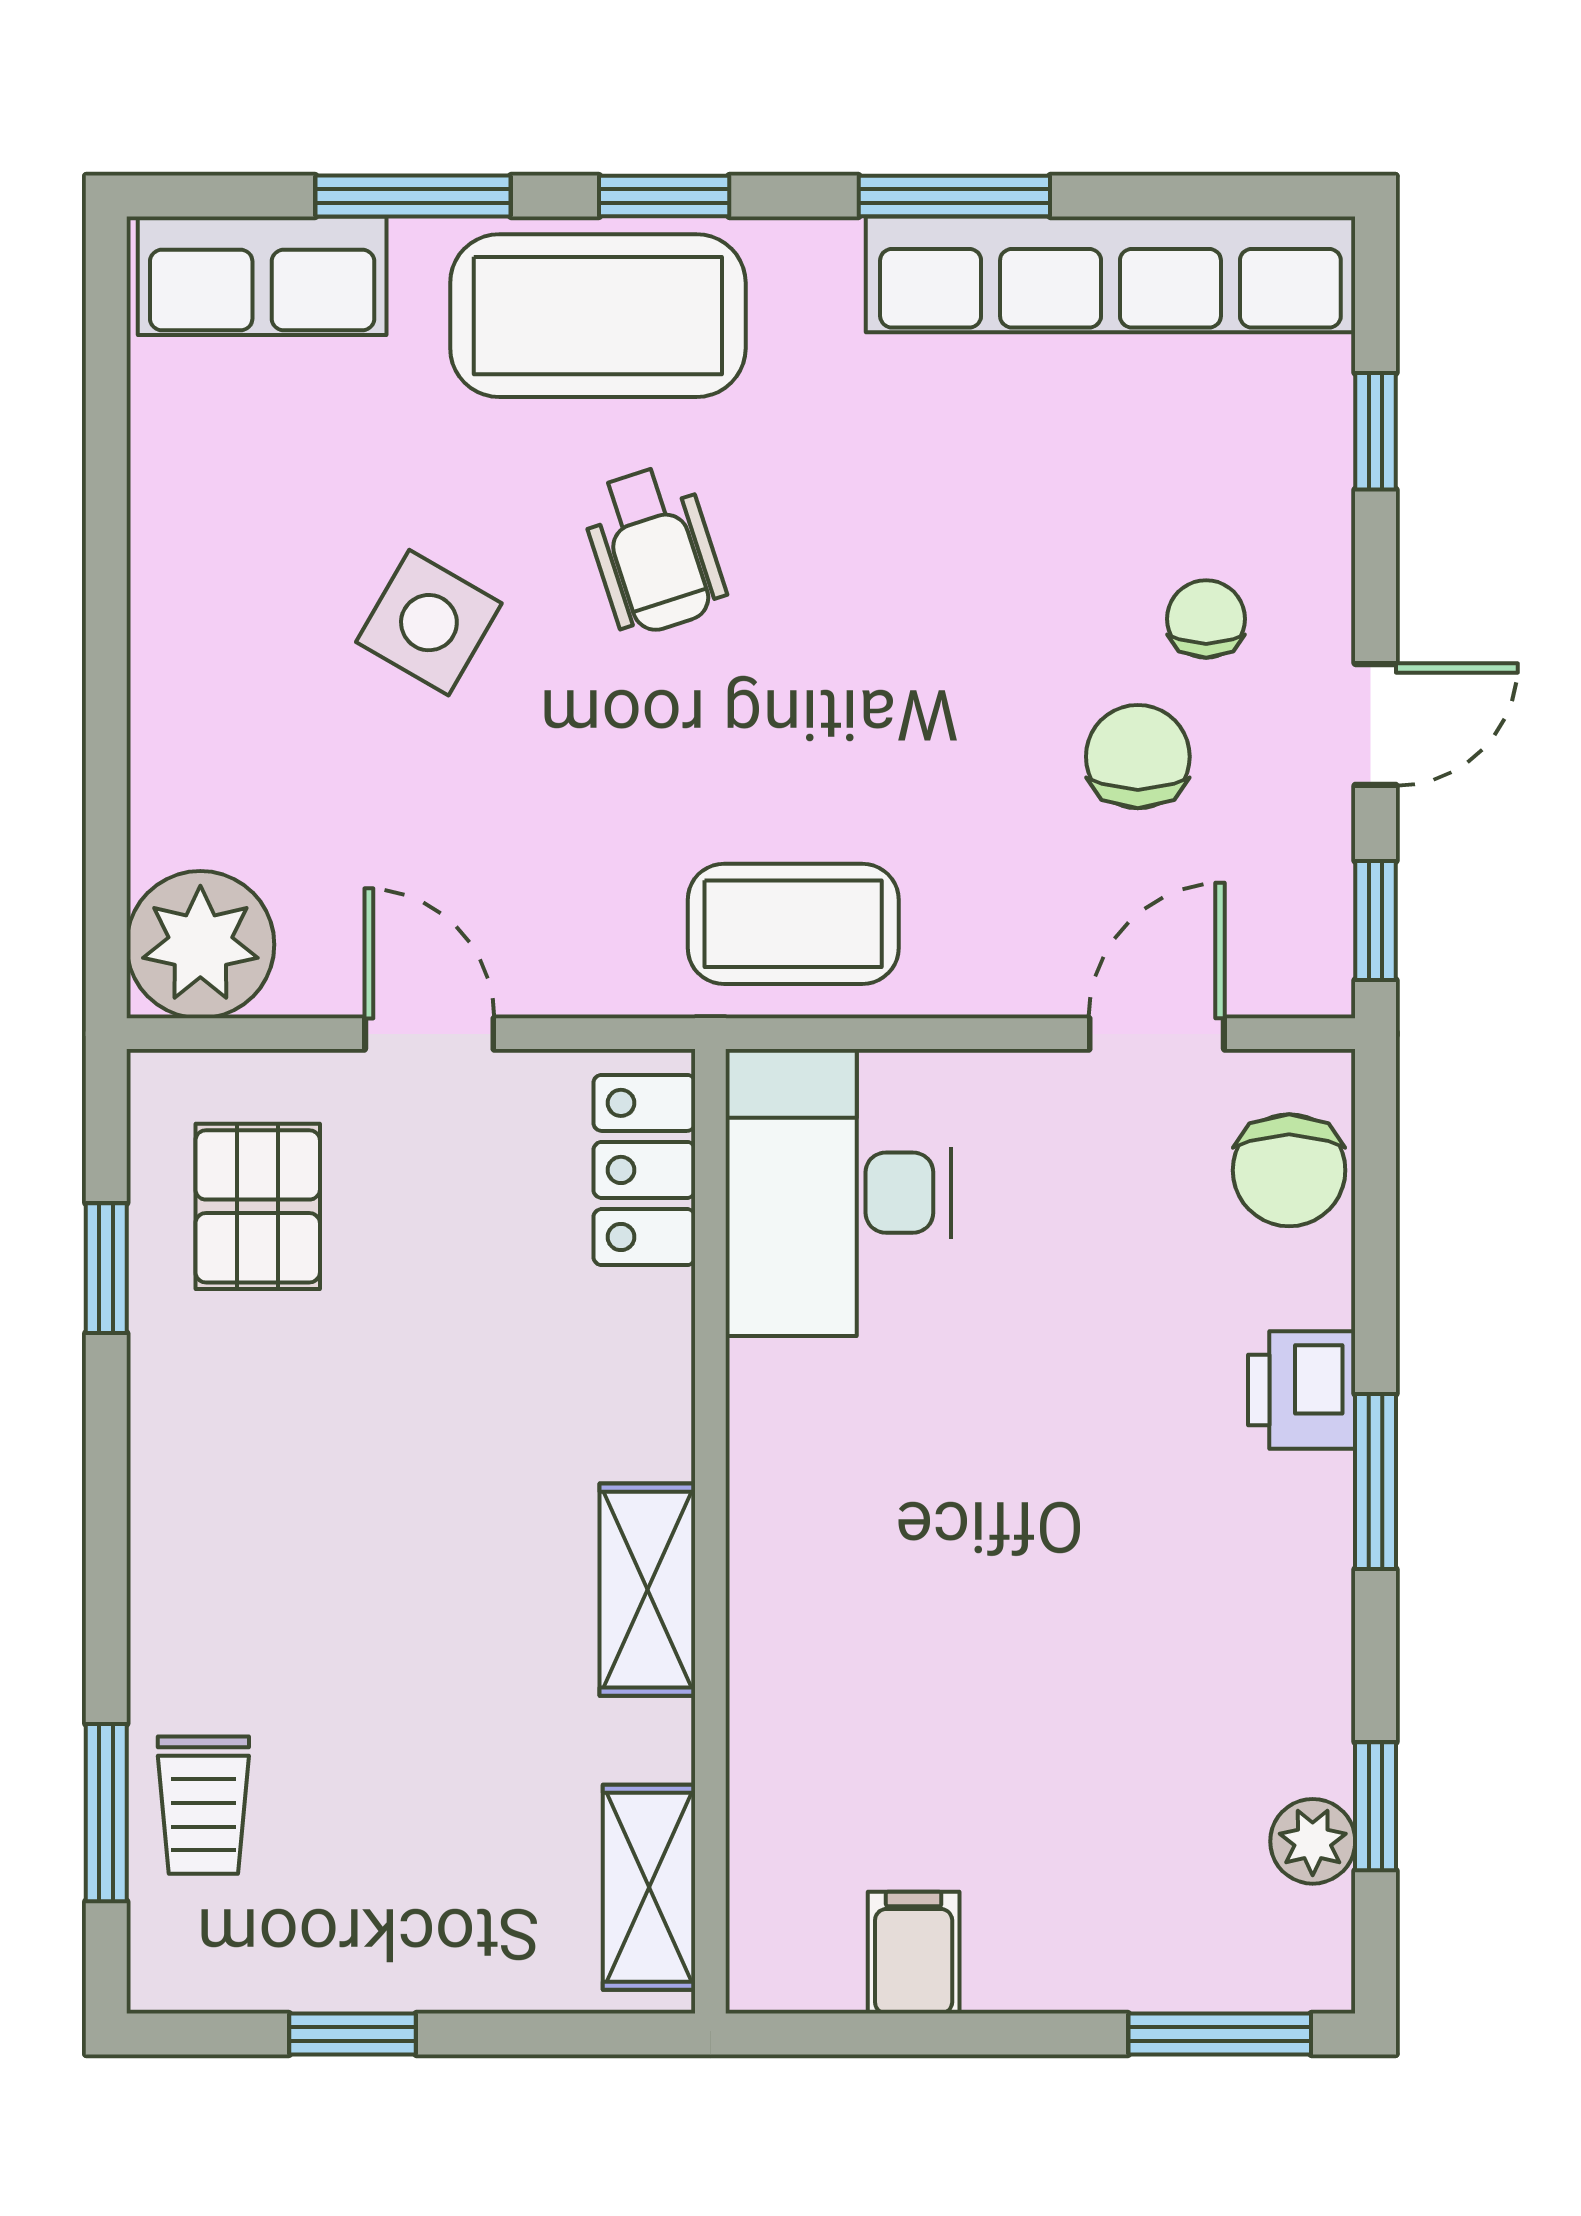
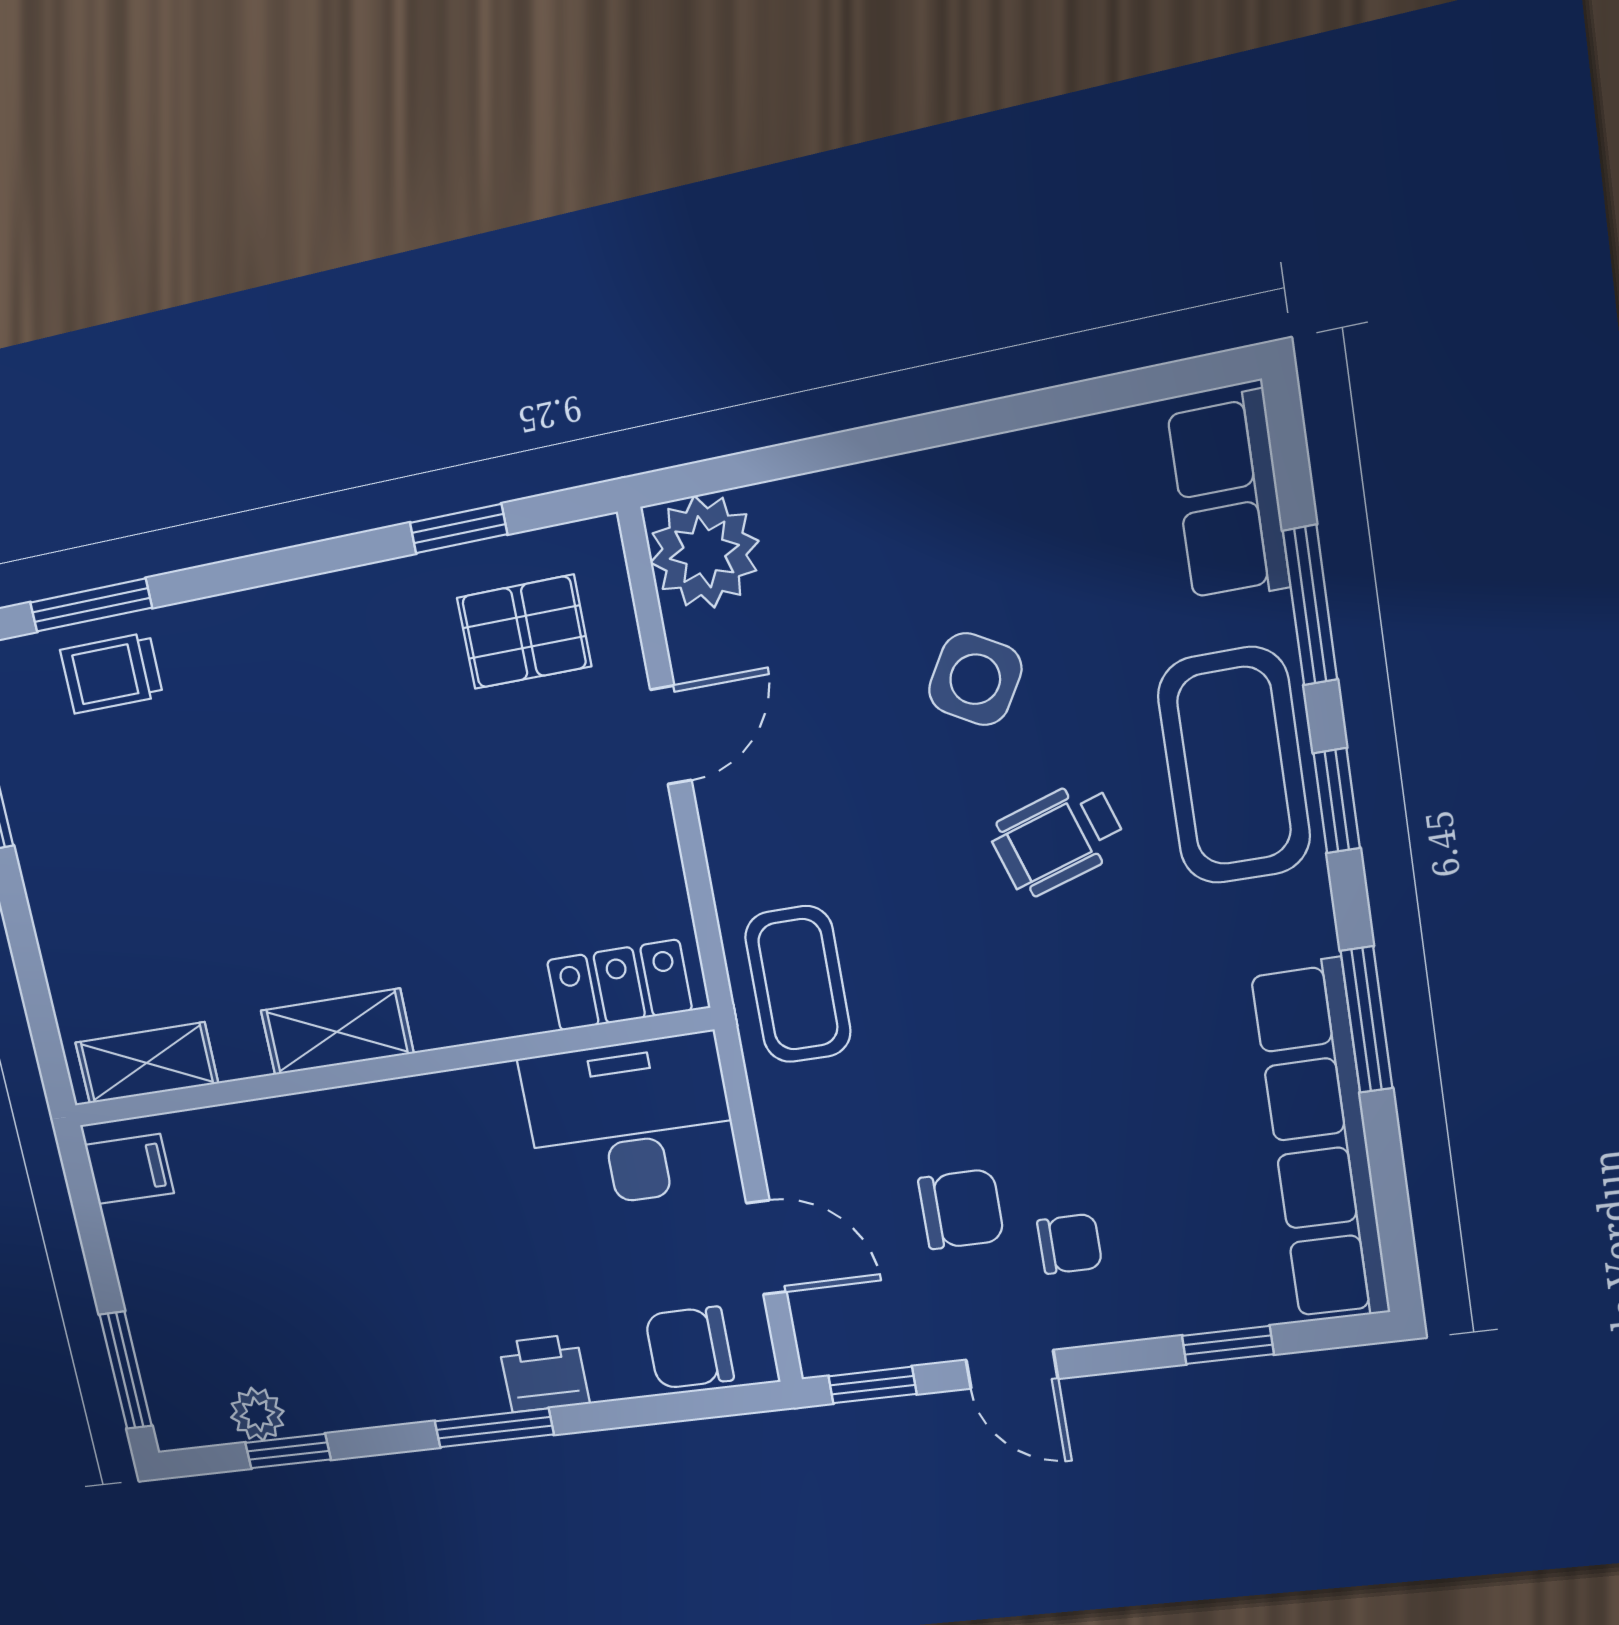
locker: (644, 1170) -> (619, 985), moved
desk: (838, 1193) -> (630, 1122), moved
wall: (710, 1531) -> (384, 1069), moved
shelving: (647, 1590) -> (337, 1032), moved
shelving: (649, 1887) -> (147, 1063), moved

